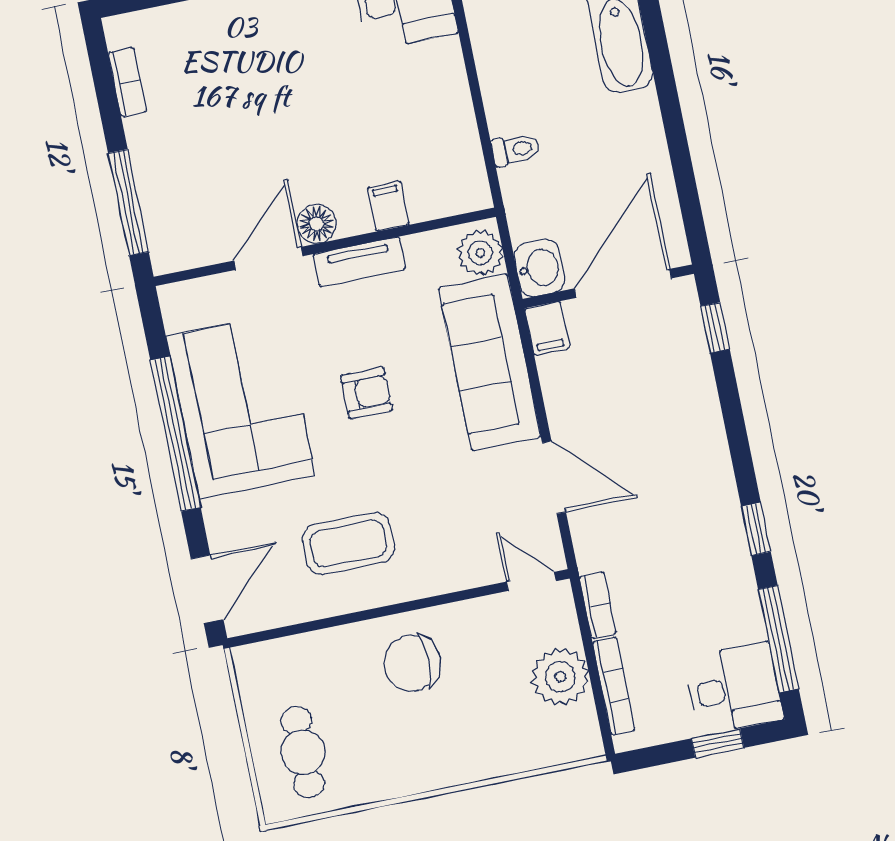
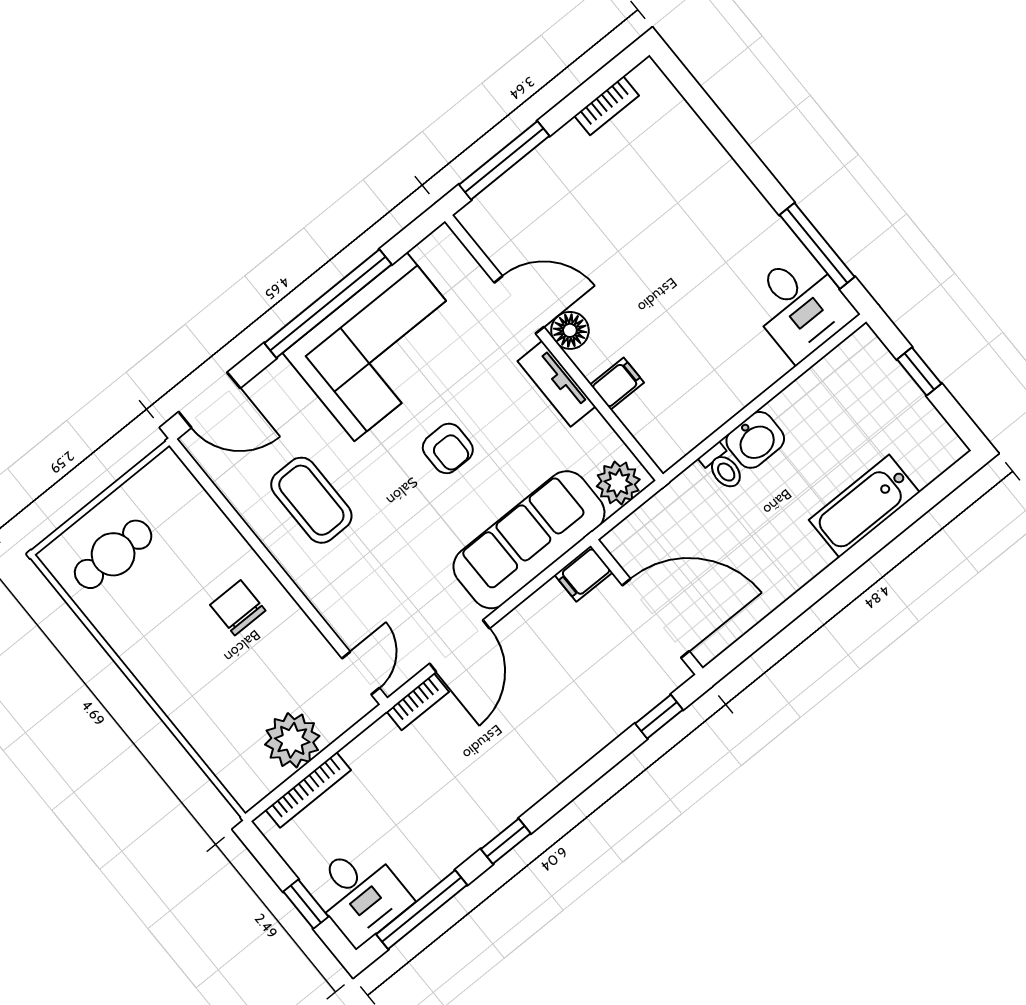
washbasin: (540, 268) -> (755, 440), moved
bookcase: (598, 605) -> (418, 702), moved
chair: (412, 663) -> (238, 608), width x0.73, depth x0.73

